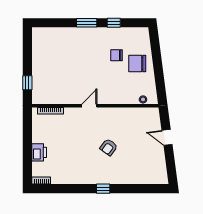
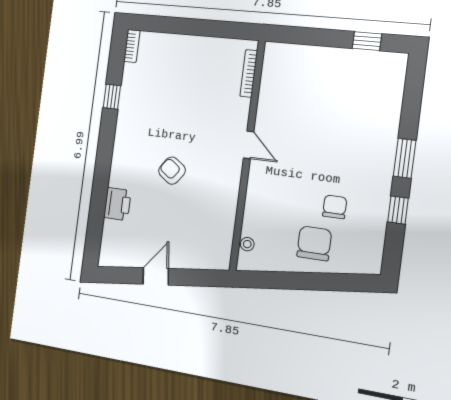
window: (27, 83) -> (367, 41), moved
door: (167, 137) -> (156, 276), moved
printer: (39, 152) -> (117, 204), moved, turned -90
window: (103, 189) -> (112, 97), moved

